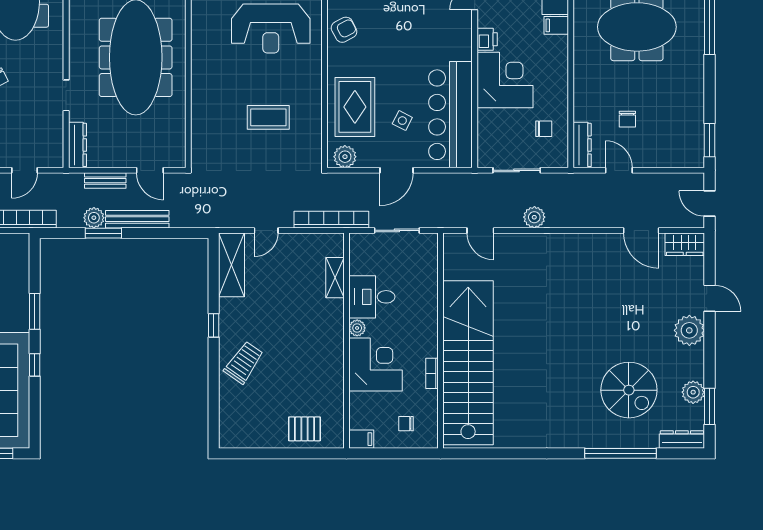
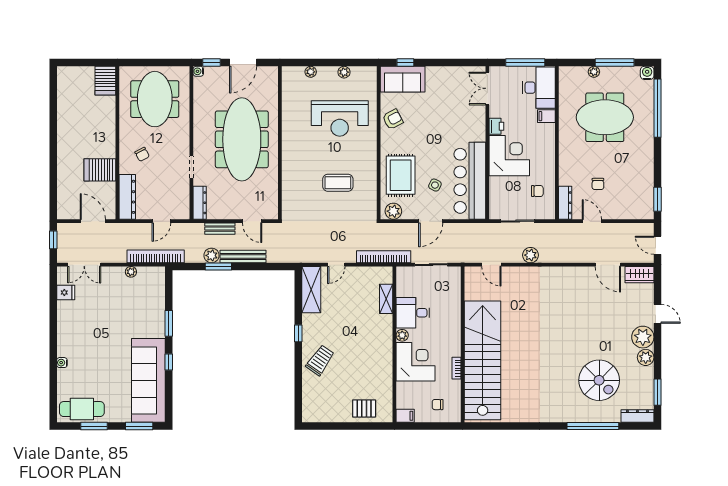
plant: (693, 392) -> (646, 357), moved

